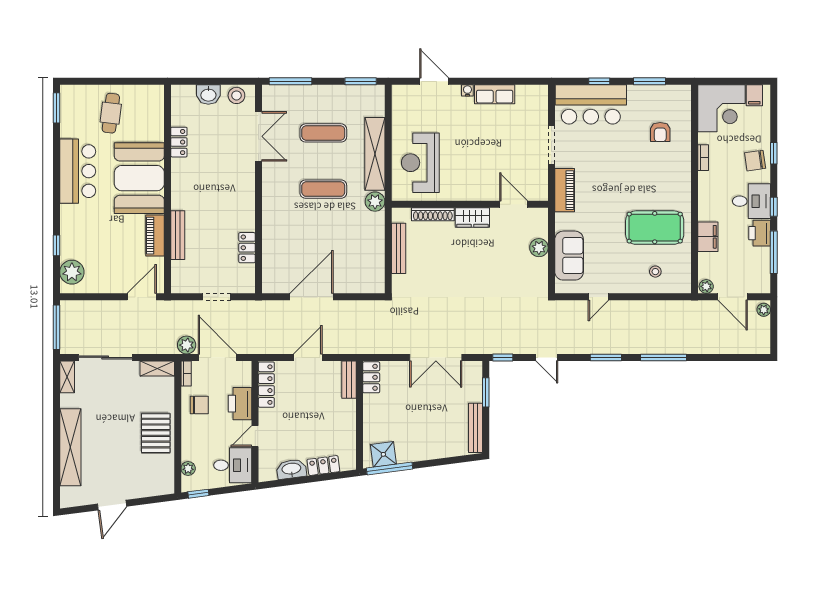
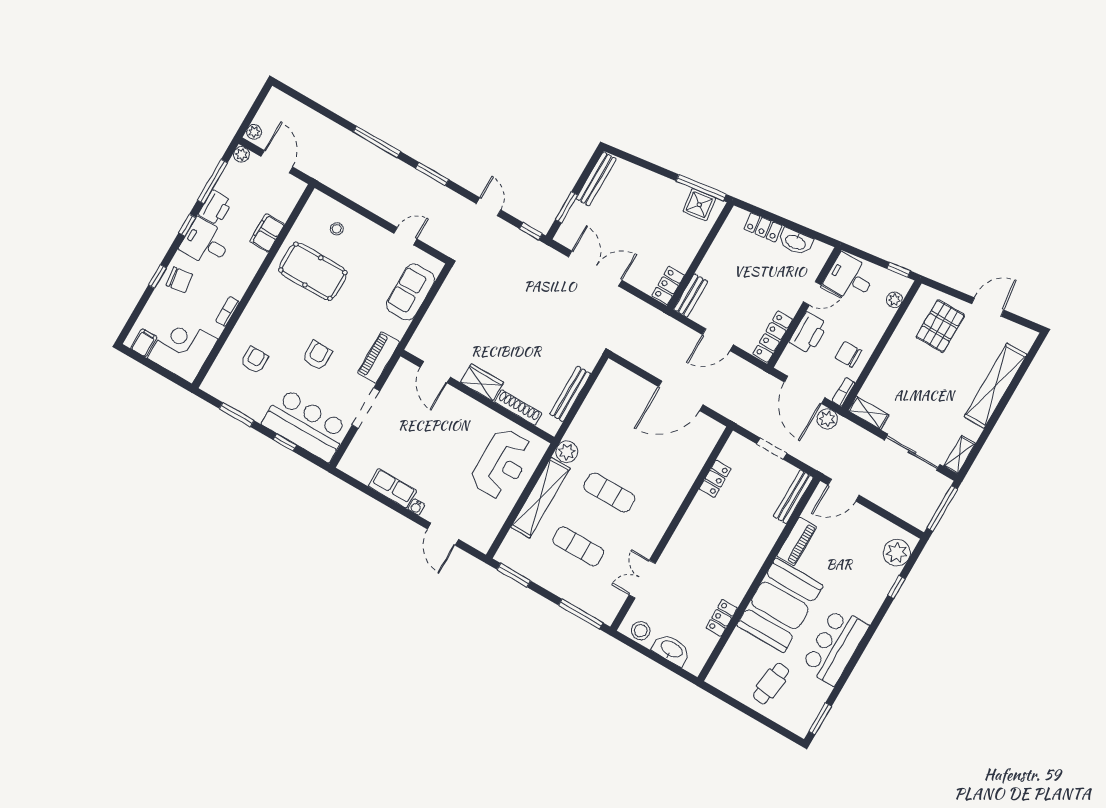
washbasin: (208, 95) -> (671, 650), width x1.38
double door: (258, 136) -> (642, 579), width x0.73
armchair: (613, 164) -> (317, 356), added
bench: (178, 235) -> (793, 497), moved
plant: (539, 248) -> (435, 316), removed
plant: (706, 286) -> (241, 154), moved
pallet: (156, 433) -> (940, 326), moved

